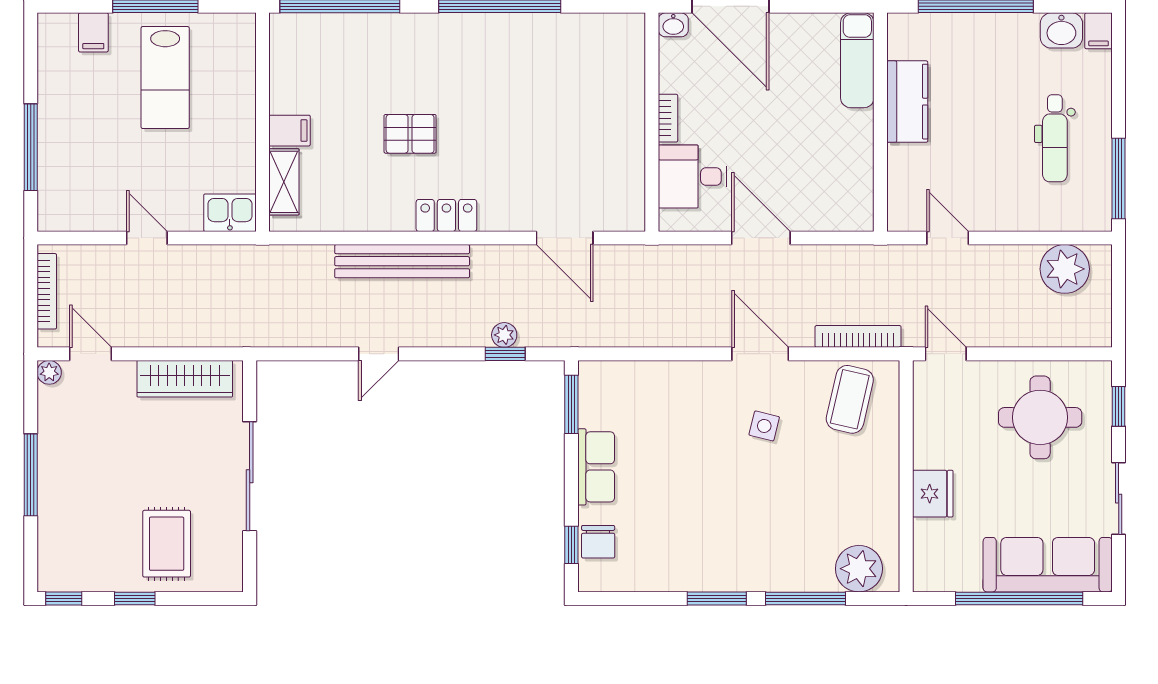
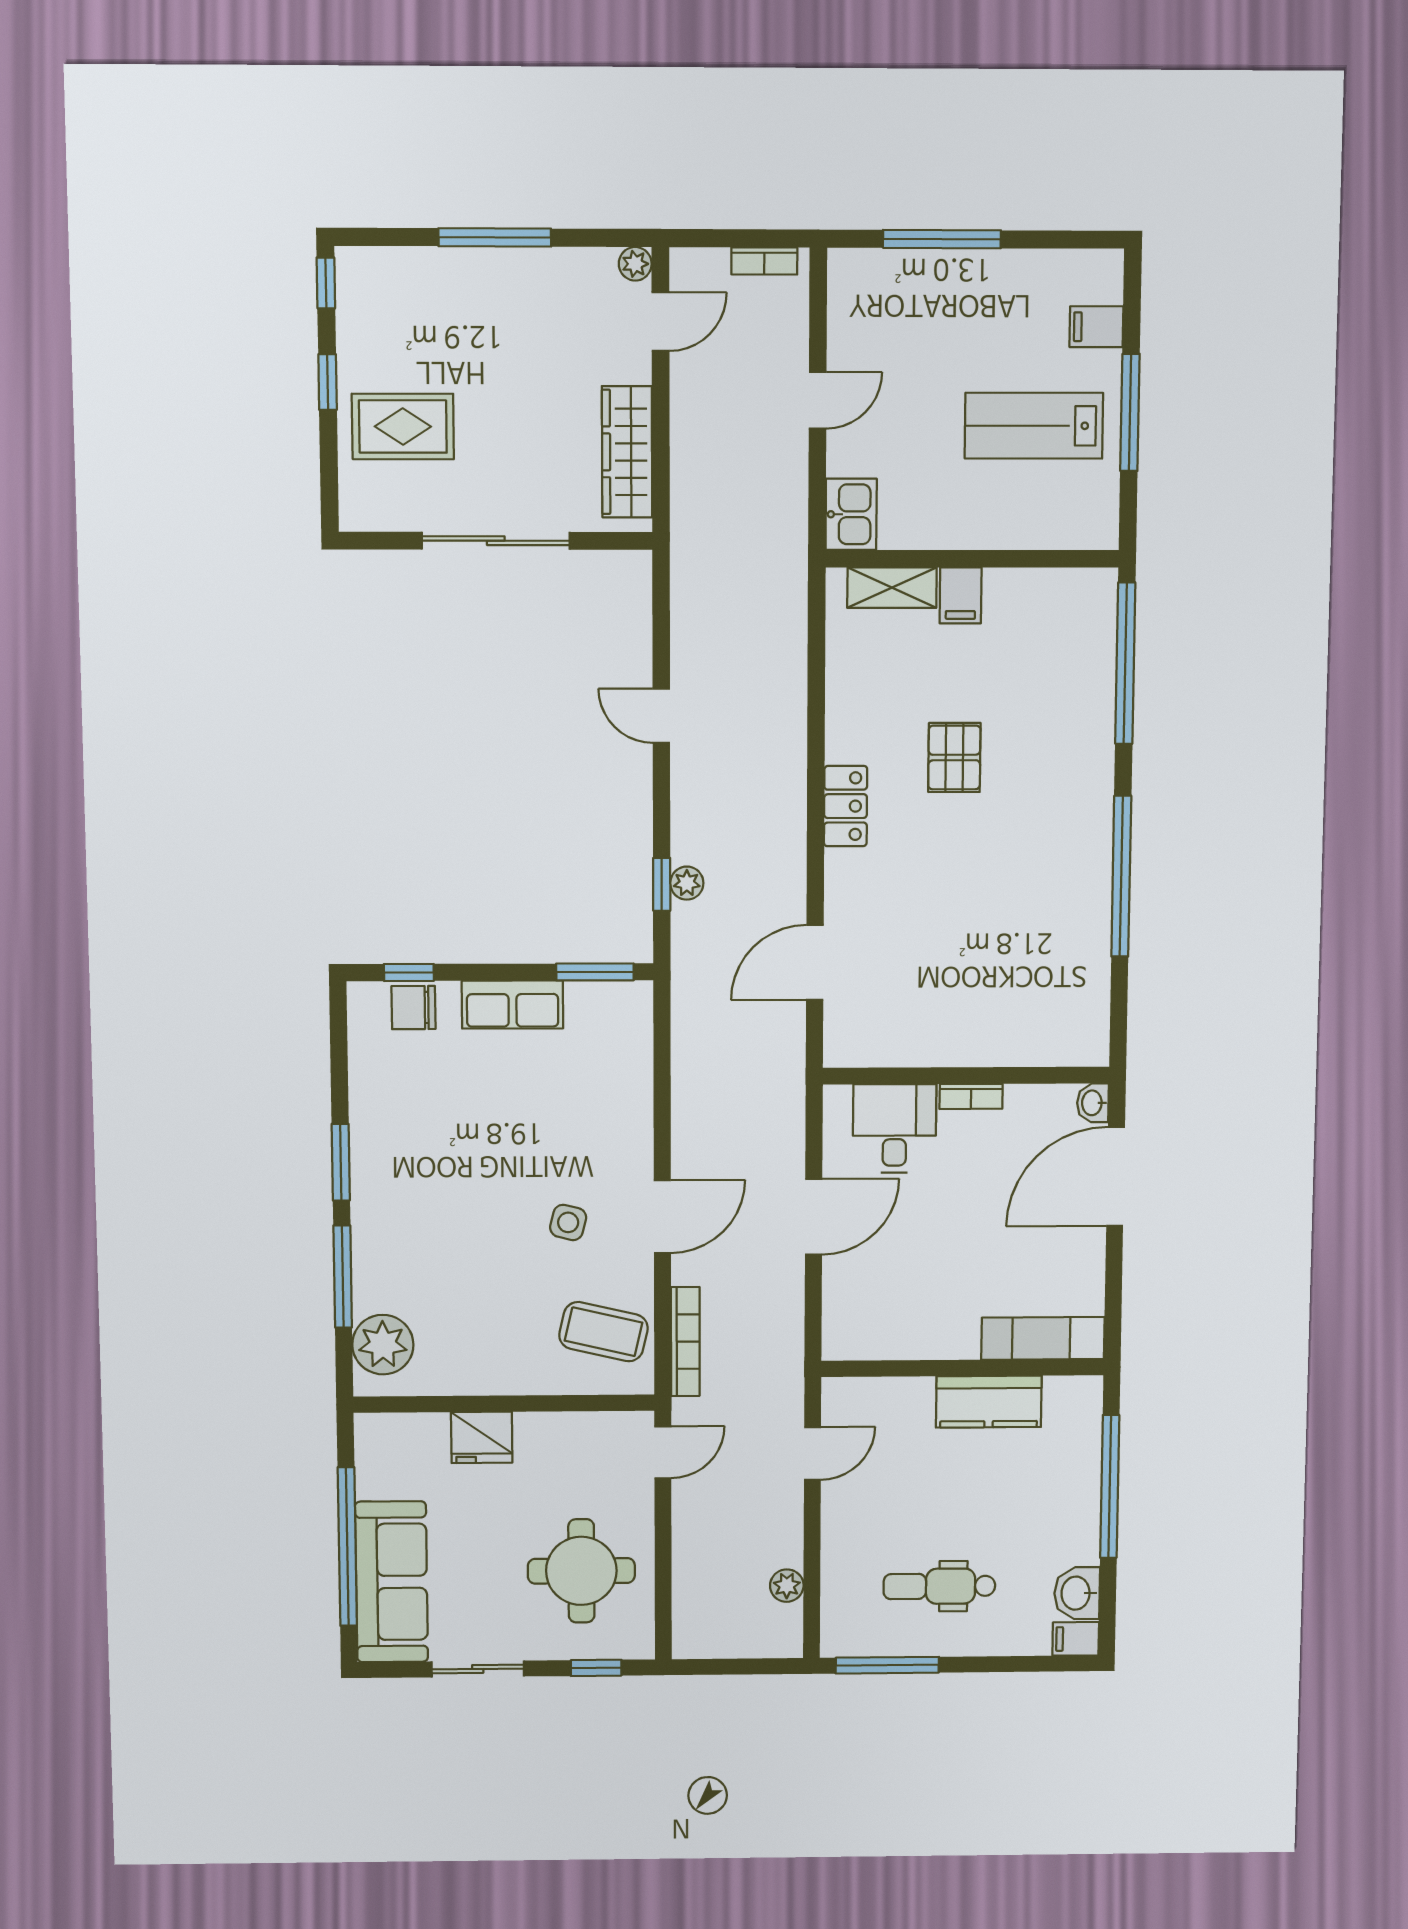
bench: (402, 261) -> (785, 747), removed
plant: (1065, 269) -> (787, 1586), width x0.53, depth x0.53
bookcase: (47, 291) -> (764, 261), width x0.64

